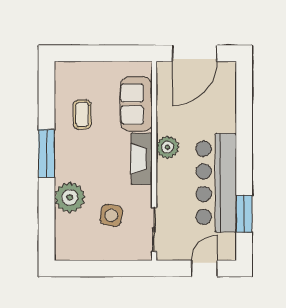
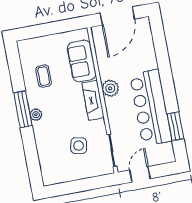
plant: (70, 197) -> (36, 115), moved, width x0.53, depth x0.53
door: (204, 268) -> (140, 174), moved

